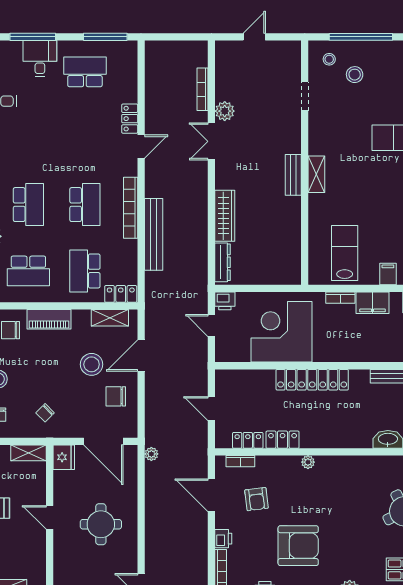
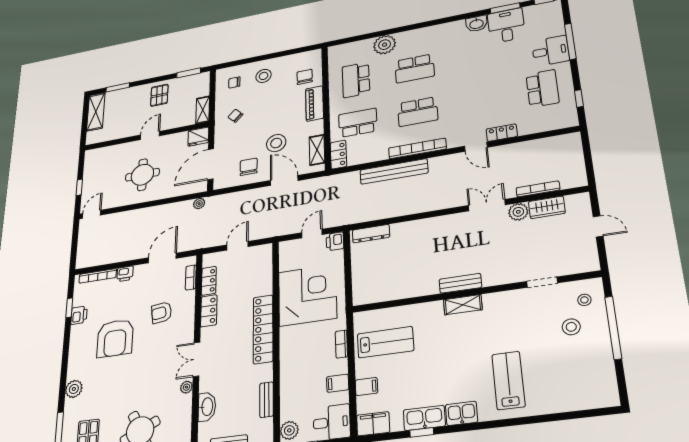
window: (105, 37) -> (579, 98), width x0.46
wardrobe: (225, 216) -> (547, 207), moved, width x0.67
filing cabinet: (373, 303) -> (338, 383), width x0.50
double door: (335, 452) -> (196, 359), added
plant: (308, 462) -> (186, 387), moved
armchair: (256, 499) -> (162, 313), moved

